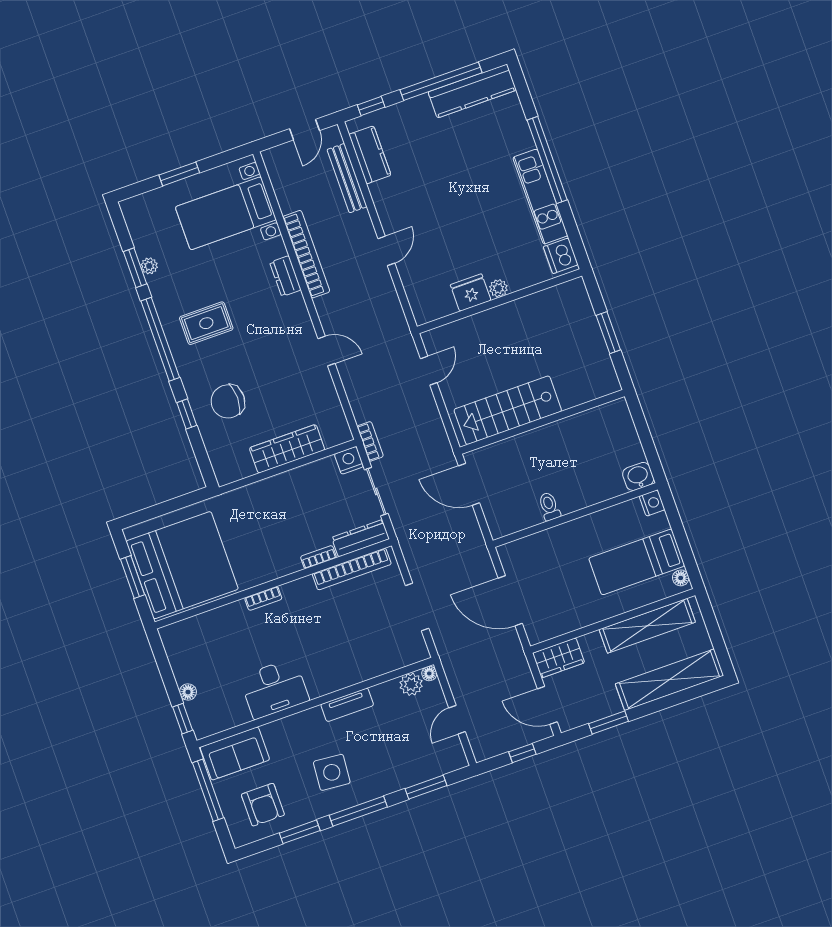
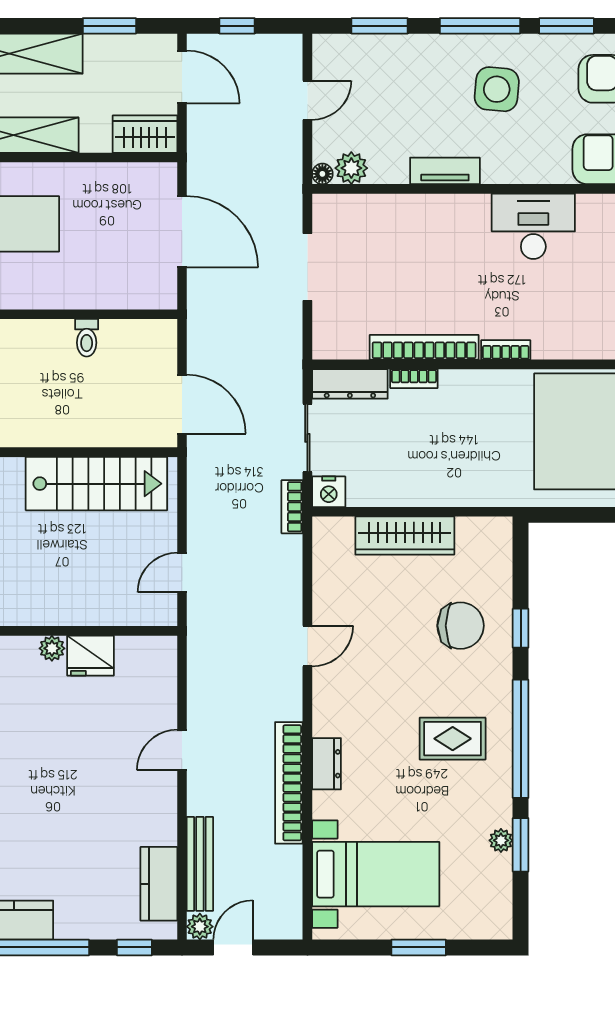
plant: (332, 136) -> (200, 927), added
door: (326, 351) -> (307, 646), swing flipped
bookcase: (352, 569) -> (424, 347), moved

